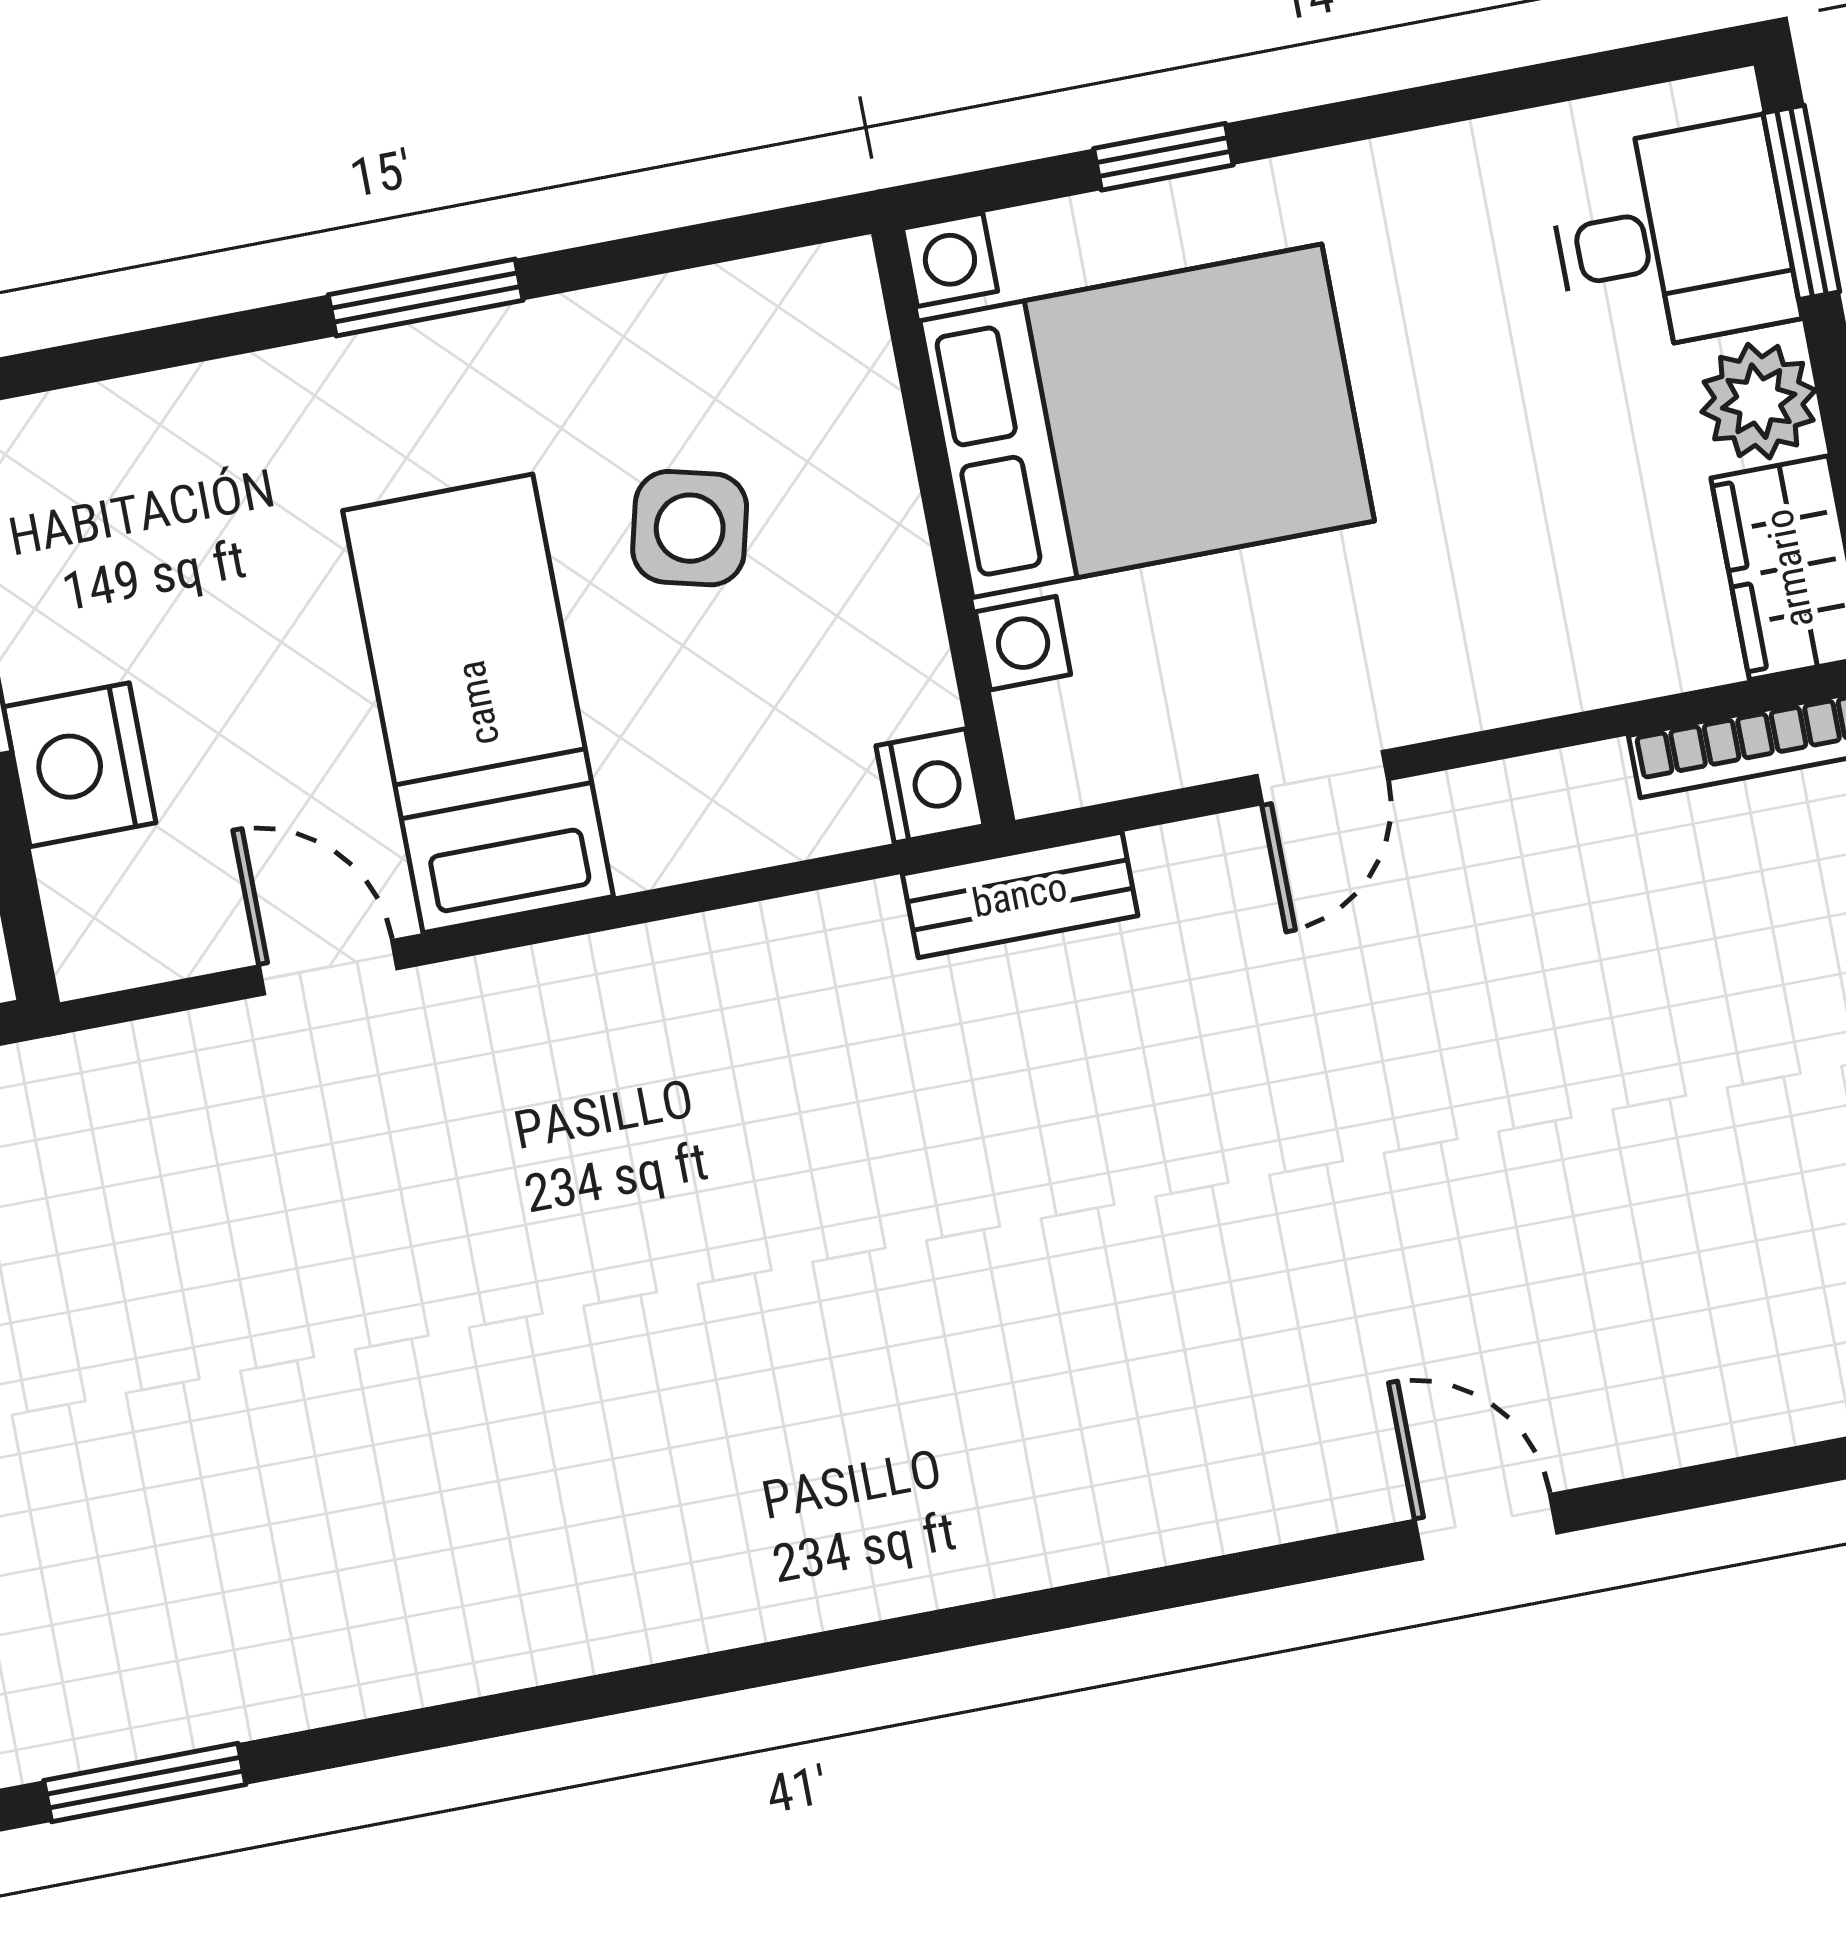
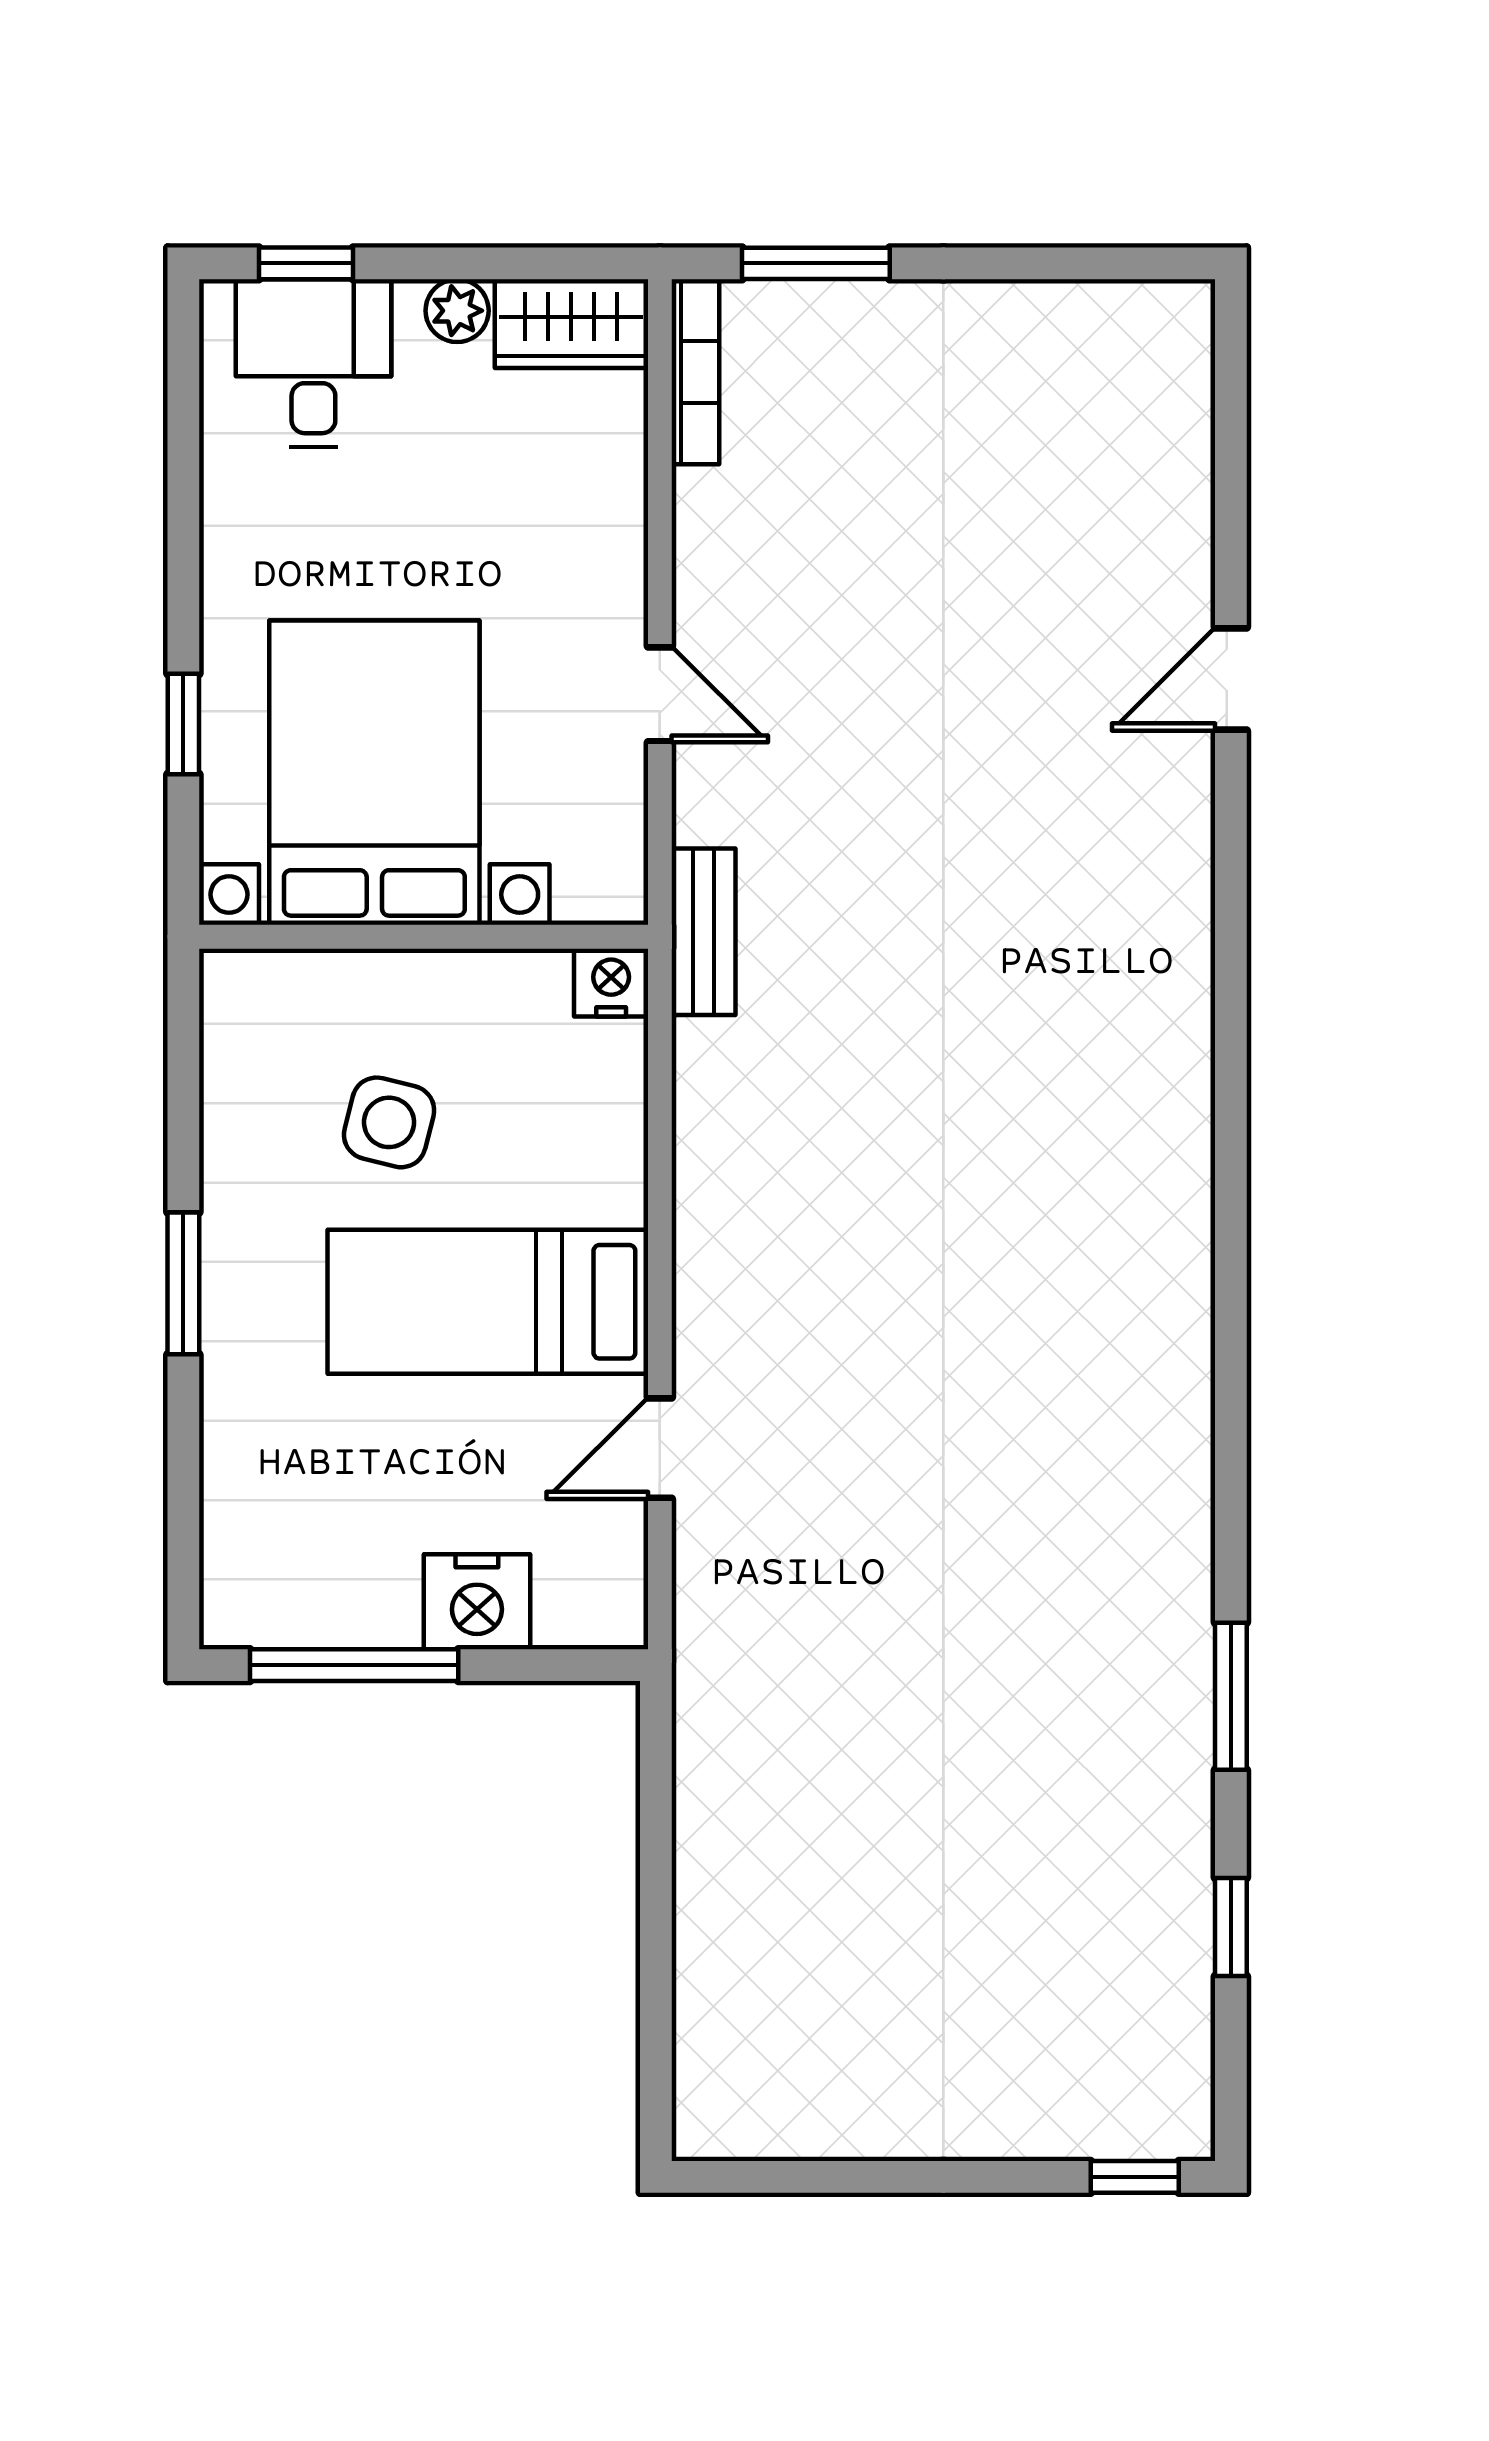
window: (1801, 202) -> (306, 263), width x0.67
plant: (1759, 401) -> (457, 311), width x0.73, depth x0.73

